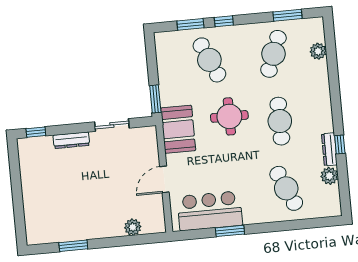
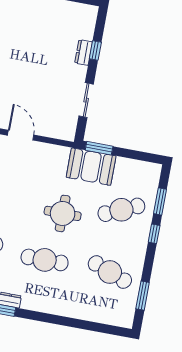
plant: (318, 51) -> (100, 315), removed
booth: (178, 129) -> (91, 167), moved
window: (36, 132) -> (95, 51), moved
dresser: (71, 140) -> (84, 53), width x0.70

